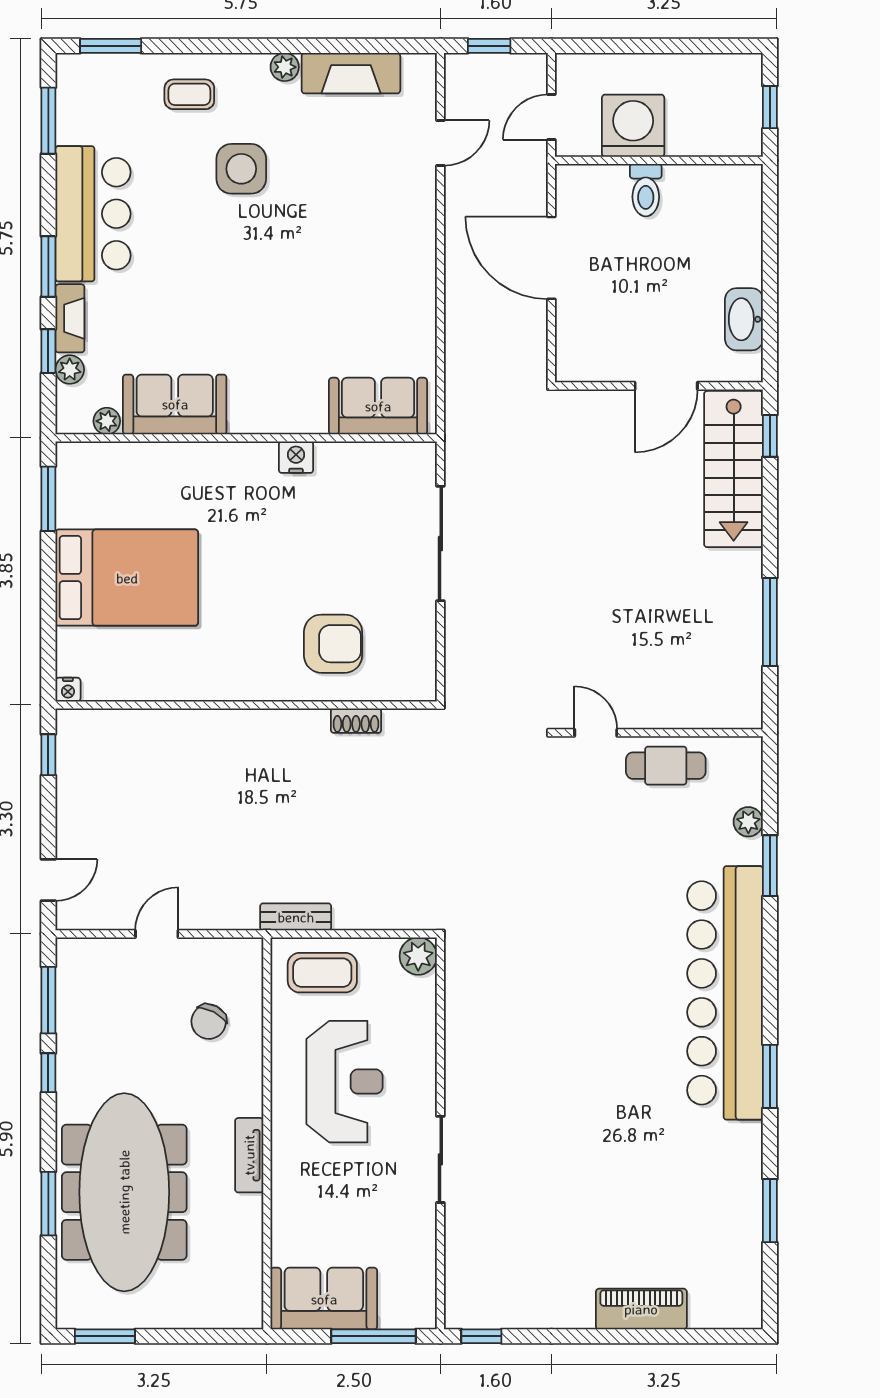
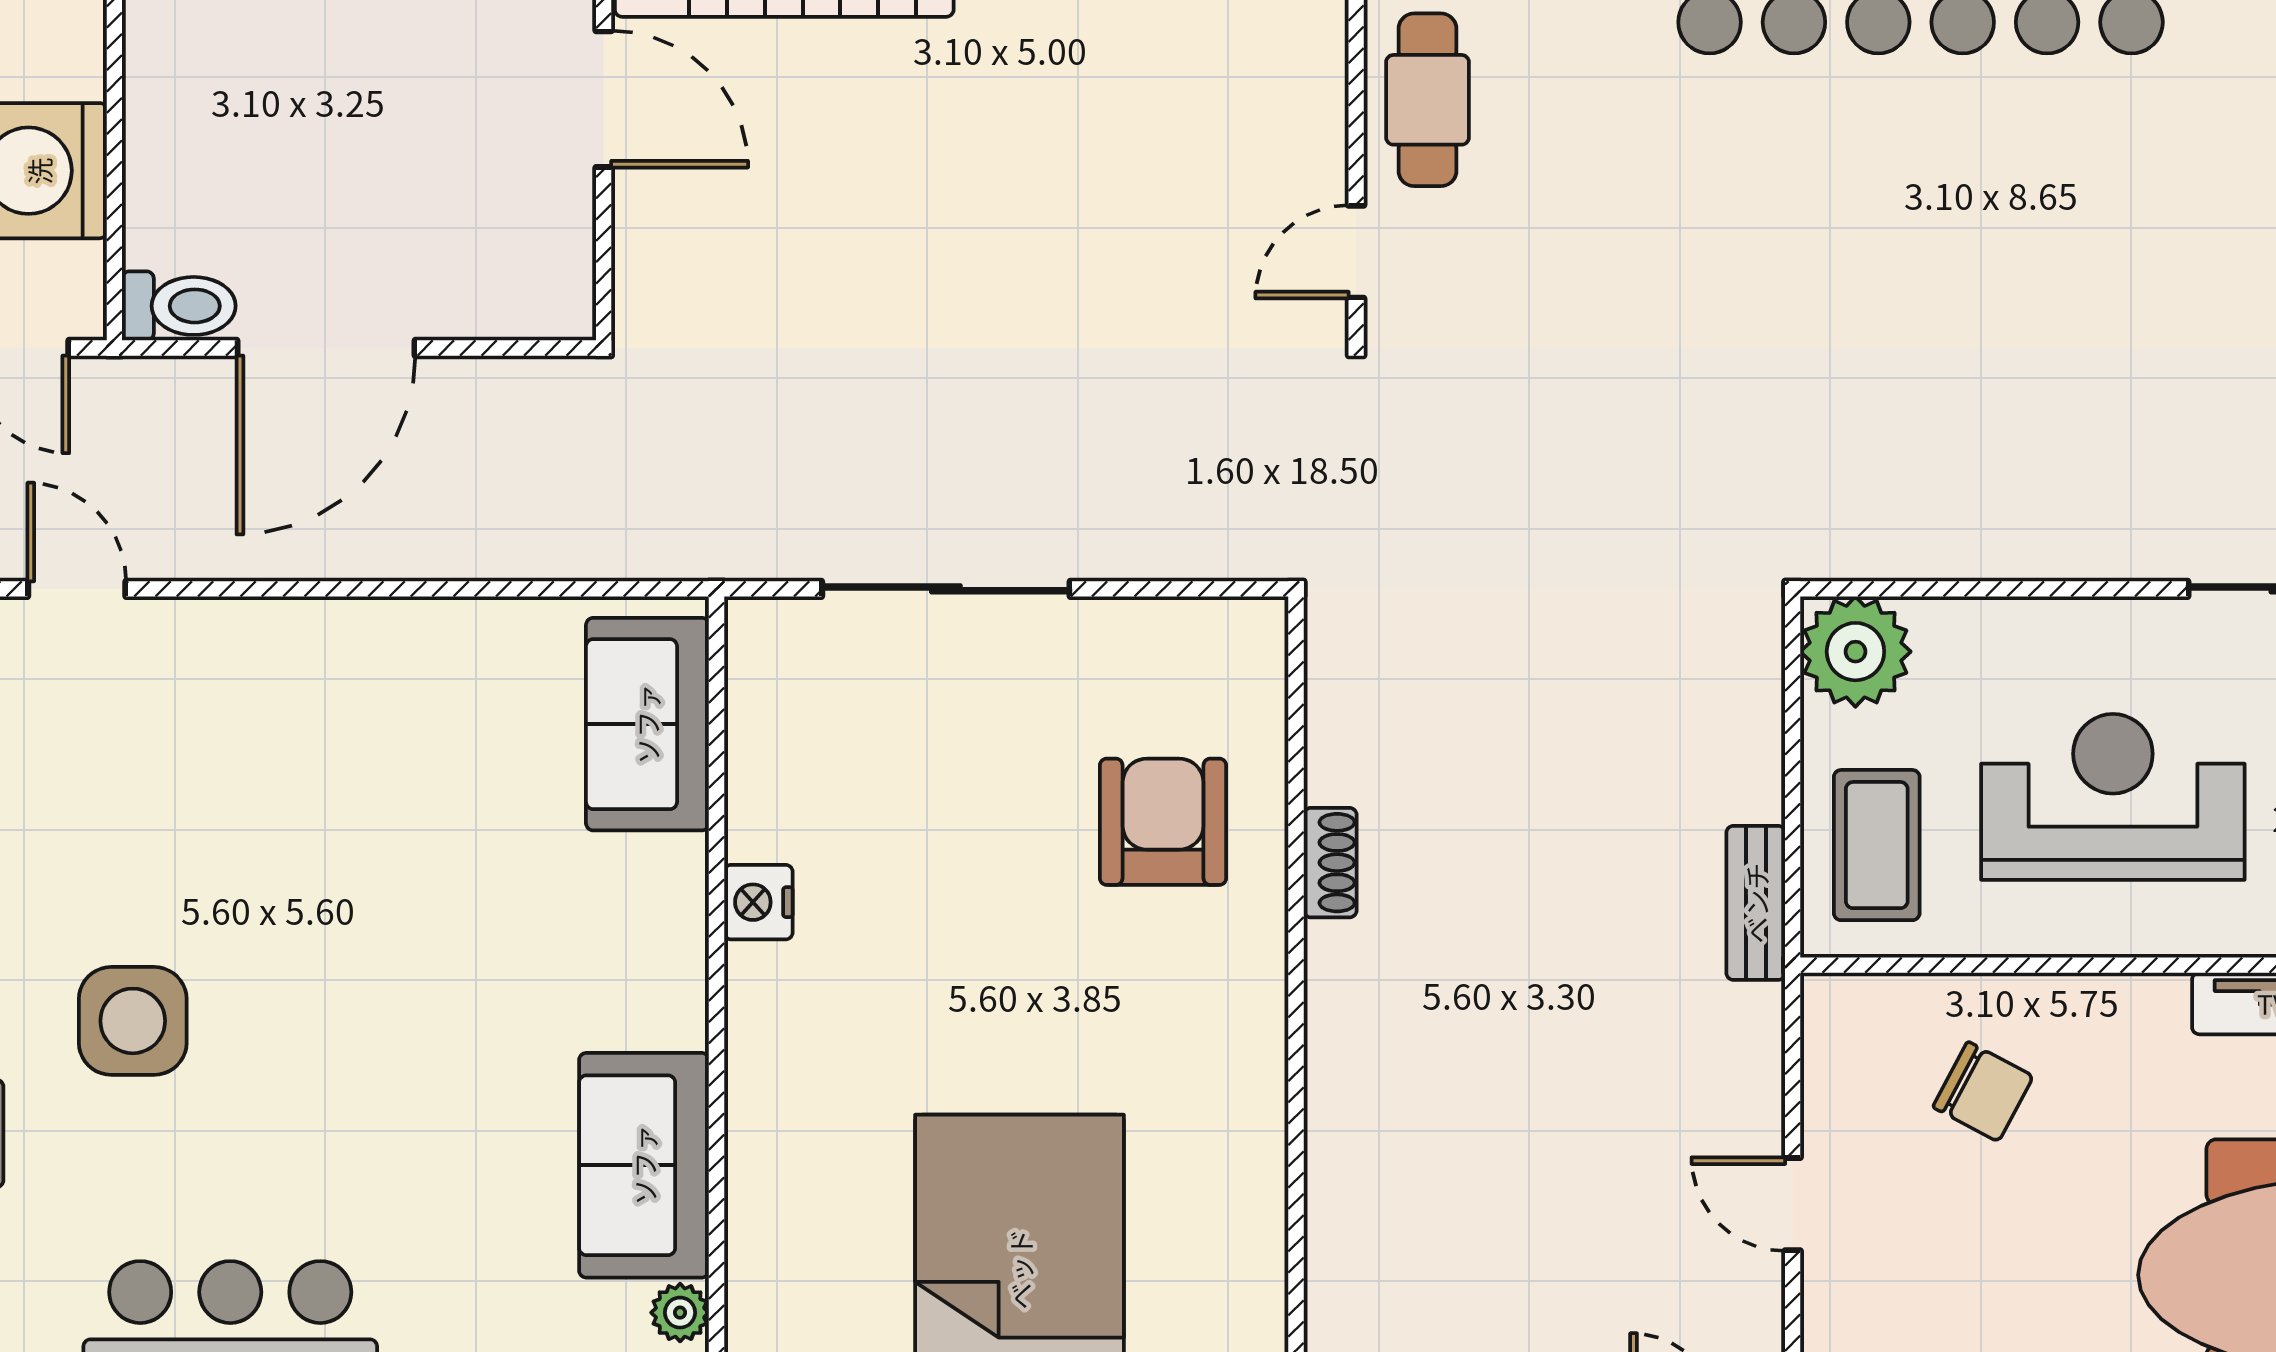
toilet: (646, 190) -> (179, 306), moved
shoe rack: (356, 721) -> (1330, 863), moved
plant: (418, 956) -> (1855, 652), width x1.36, depth x1.36

